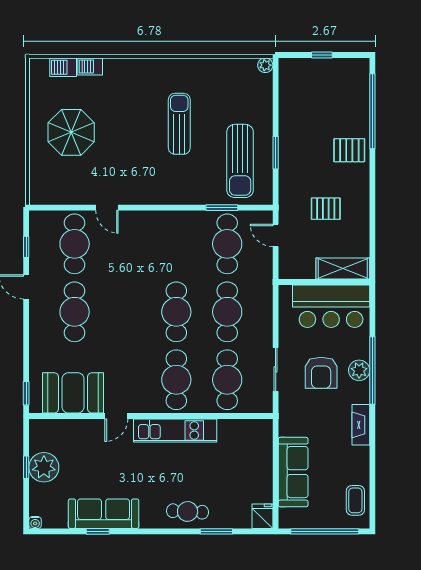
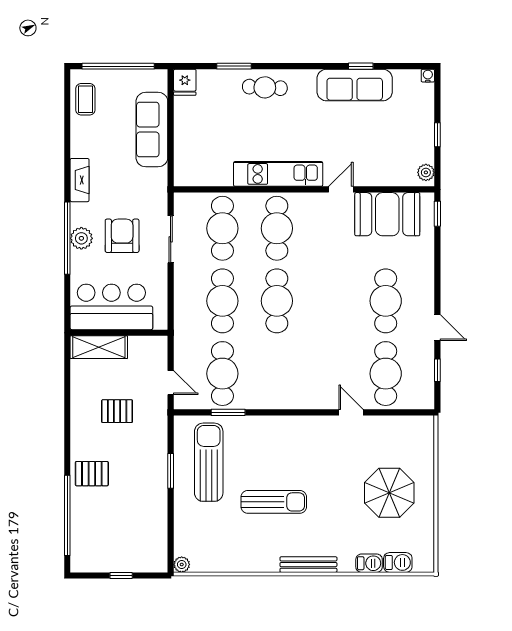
bench: (147, 65) -> (308, 565), added
sun lounger: (179, 124) -> (274, 502), turned -90
plant: (44, 467) -> (426, 172), moved, width x0.53, depth x0.53

